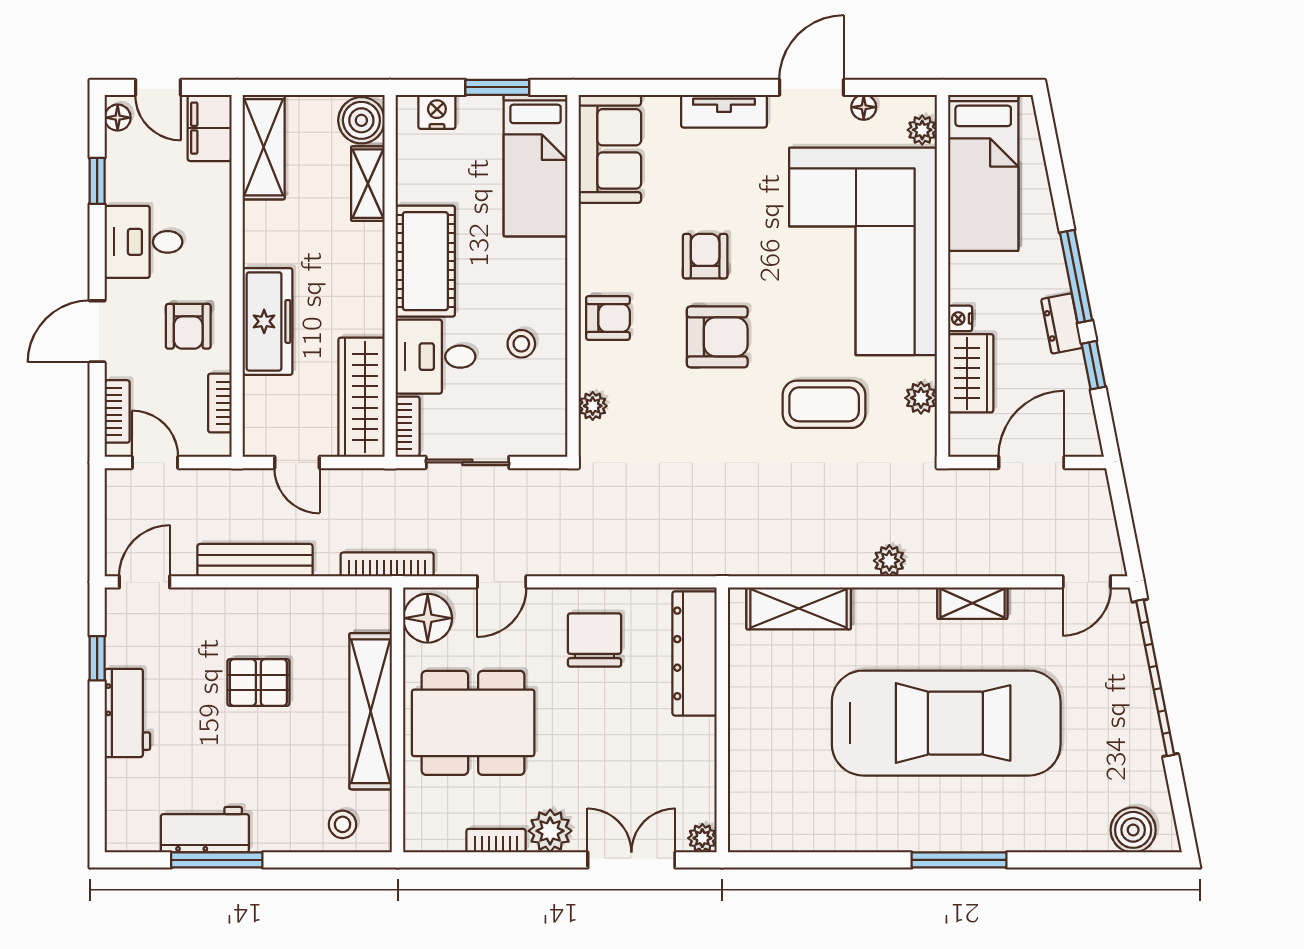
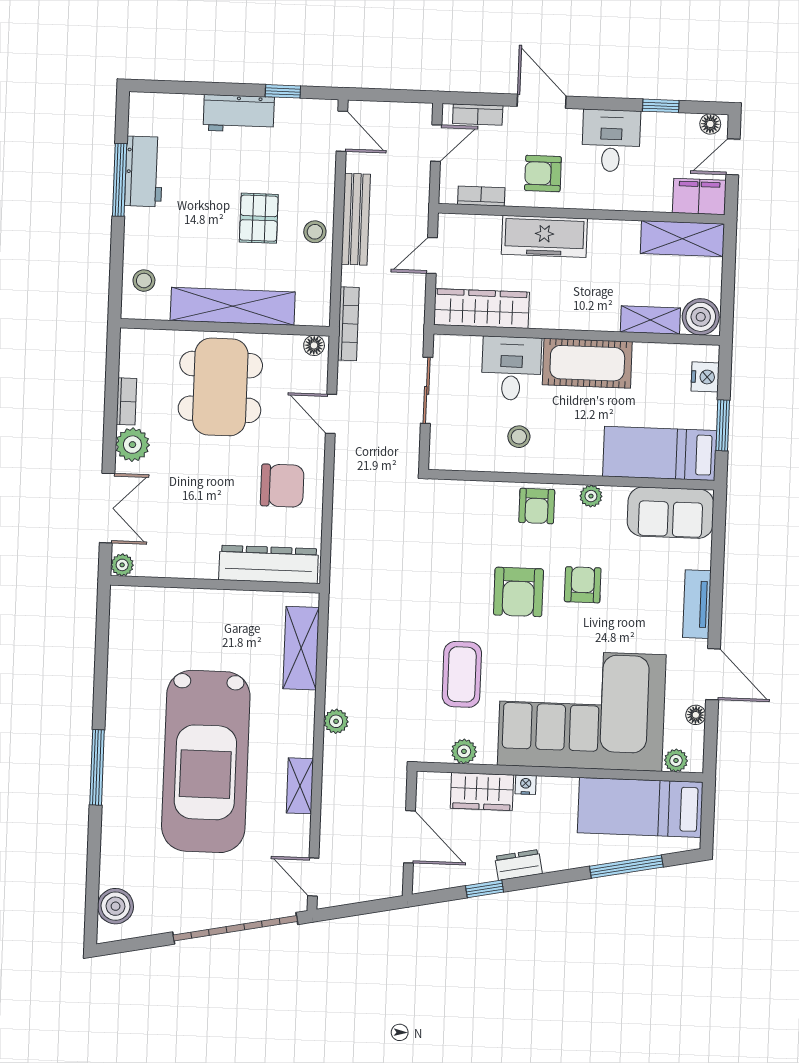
armchair: (705, 256) -> (583, 585), turned -90
window: (1076, 276) -> (626, 867), moved
plant: (593, 406) -> (591, 496), moved
bookcase: (408, 426) -> (457, 344), removed
stool: (273, 611) -> (315, 232), added
floor lamp: (428, 618) -> (314, 345), width x0.53, depth x0.53

